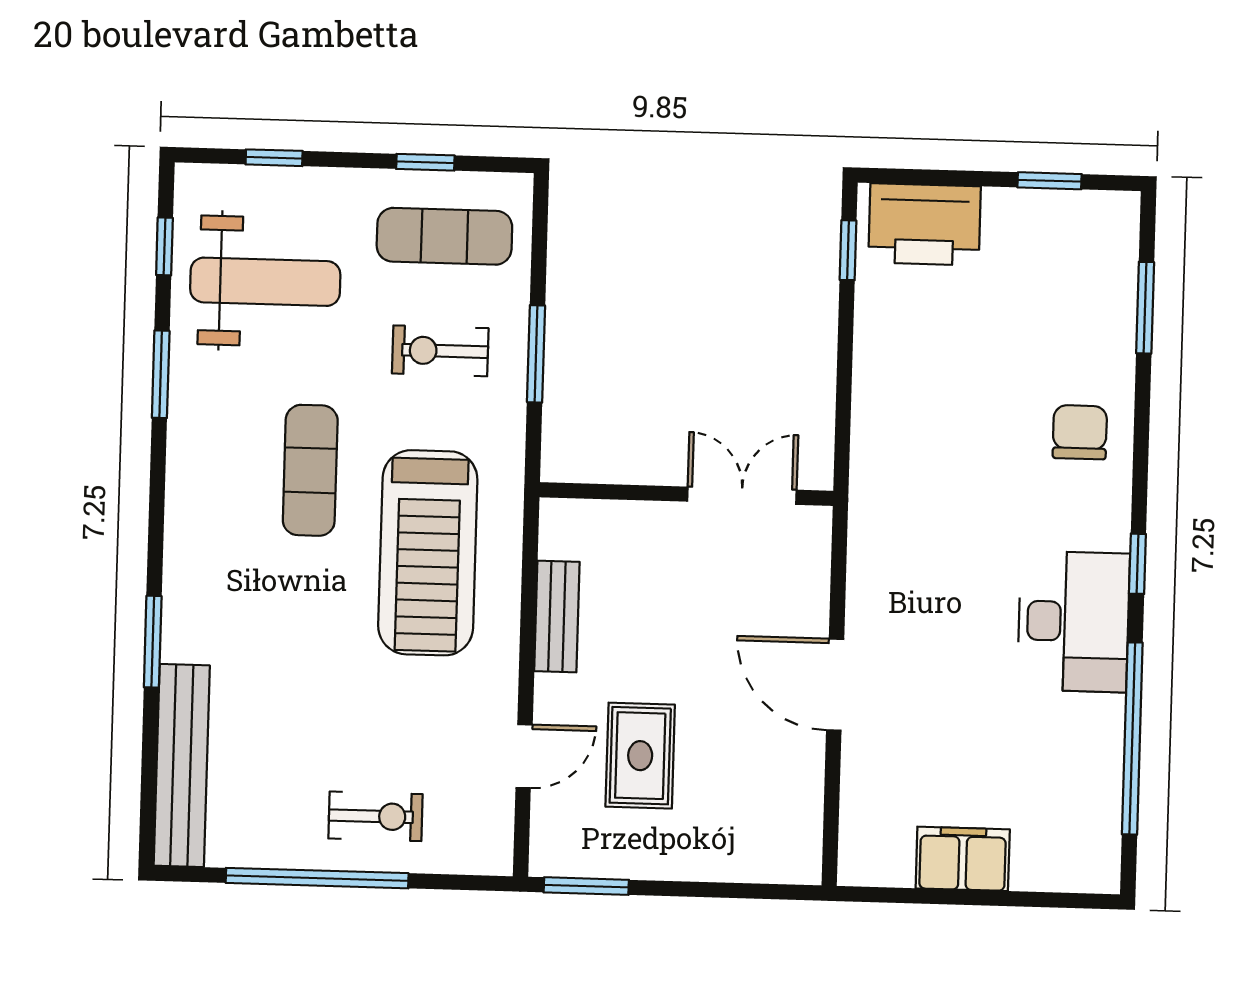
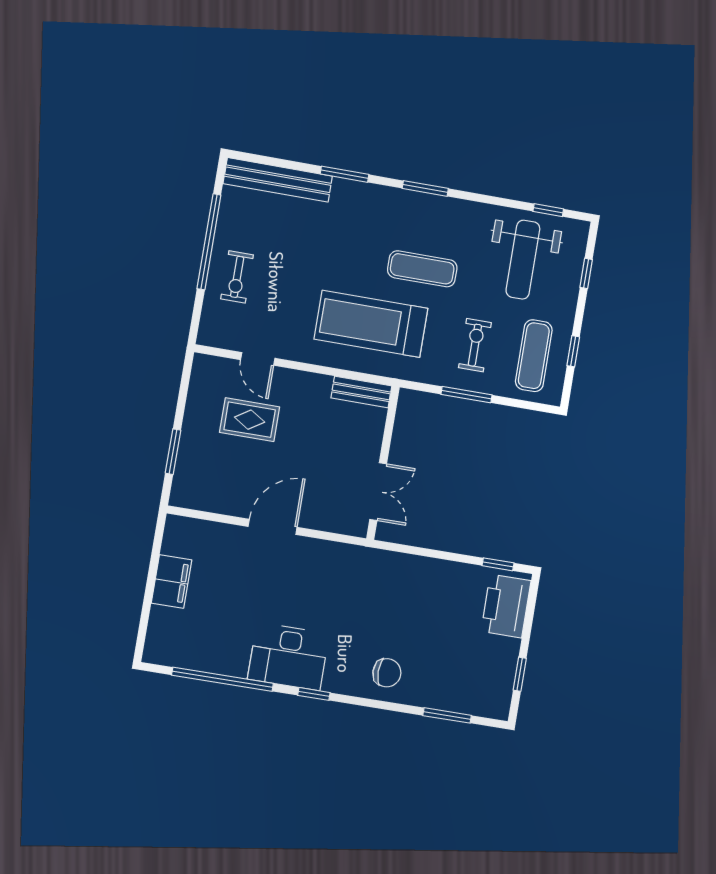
window: (161, 374) -> (425, 188), moved
bench: (557, 617) -> (361, 392), moved
window: (586, 886) -> (173, 452), moved

